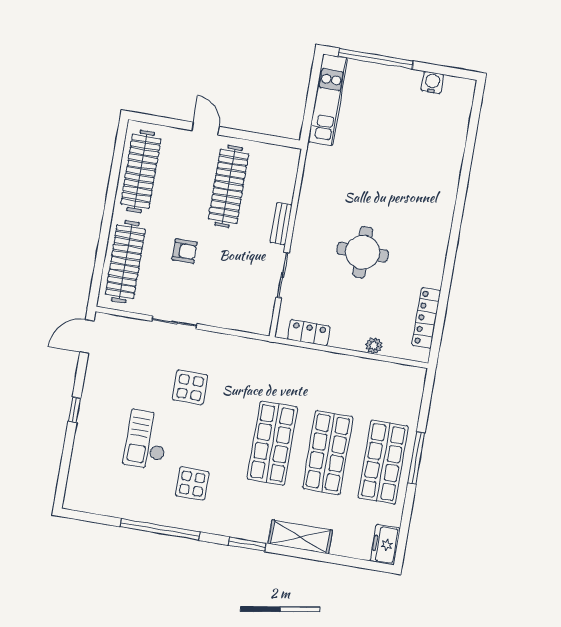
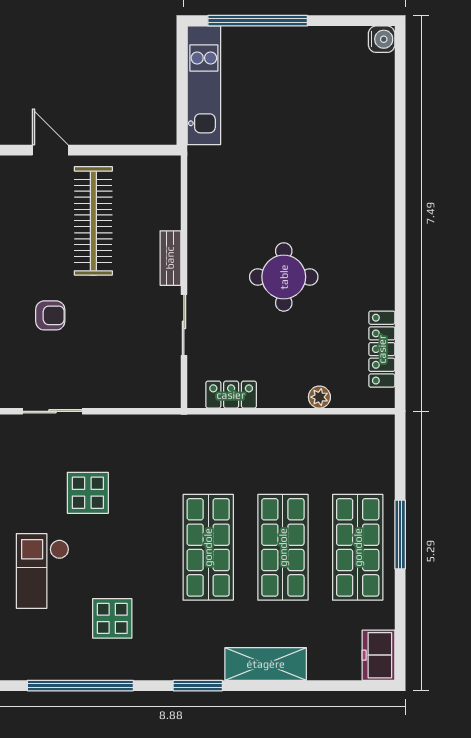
water cooler: (432, 83) -> (382, 39), moved, turned 90

